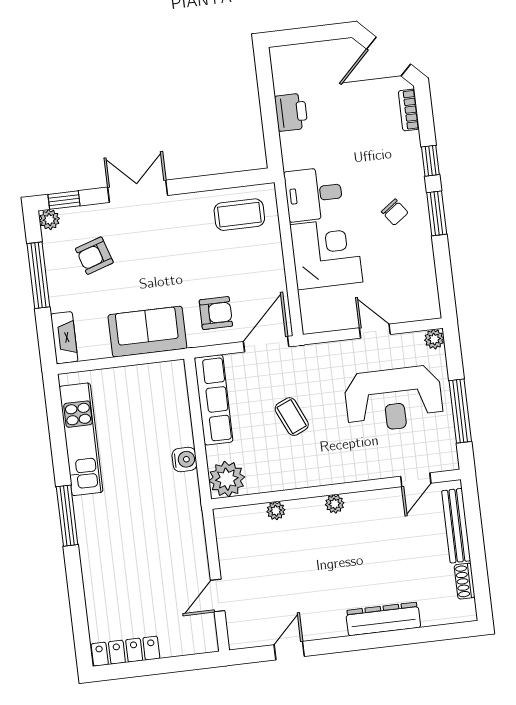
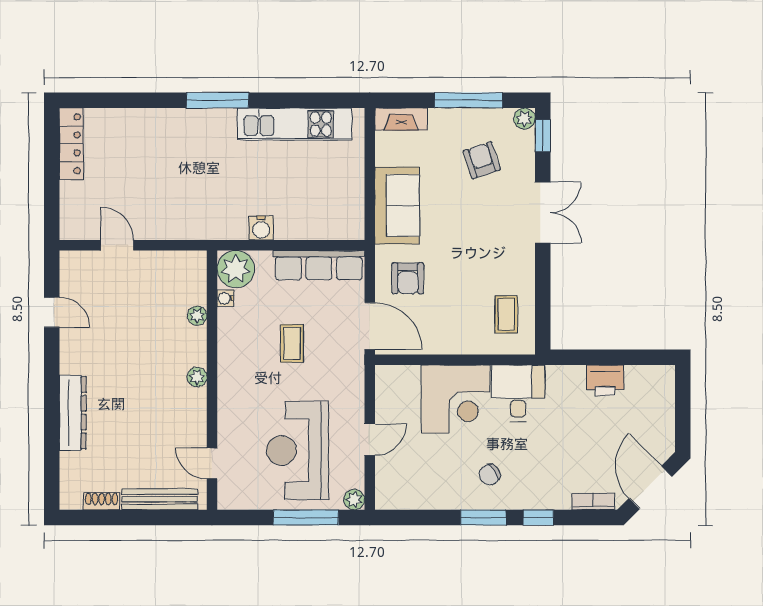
coffee table: (239, 215) -> (506, 314), width x0.73, depth x0.77
window: (460, 411) -> (306, 518), moved
coffee table: (292, 417) -> (292, 343), turned -66
water cooler: (256, 486) -> (225, 298), added

